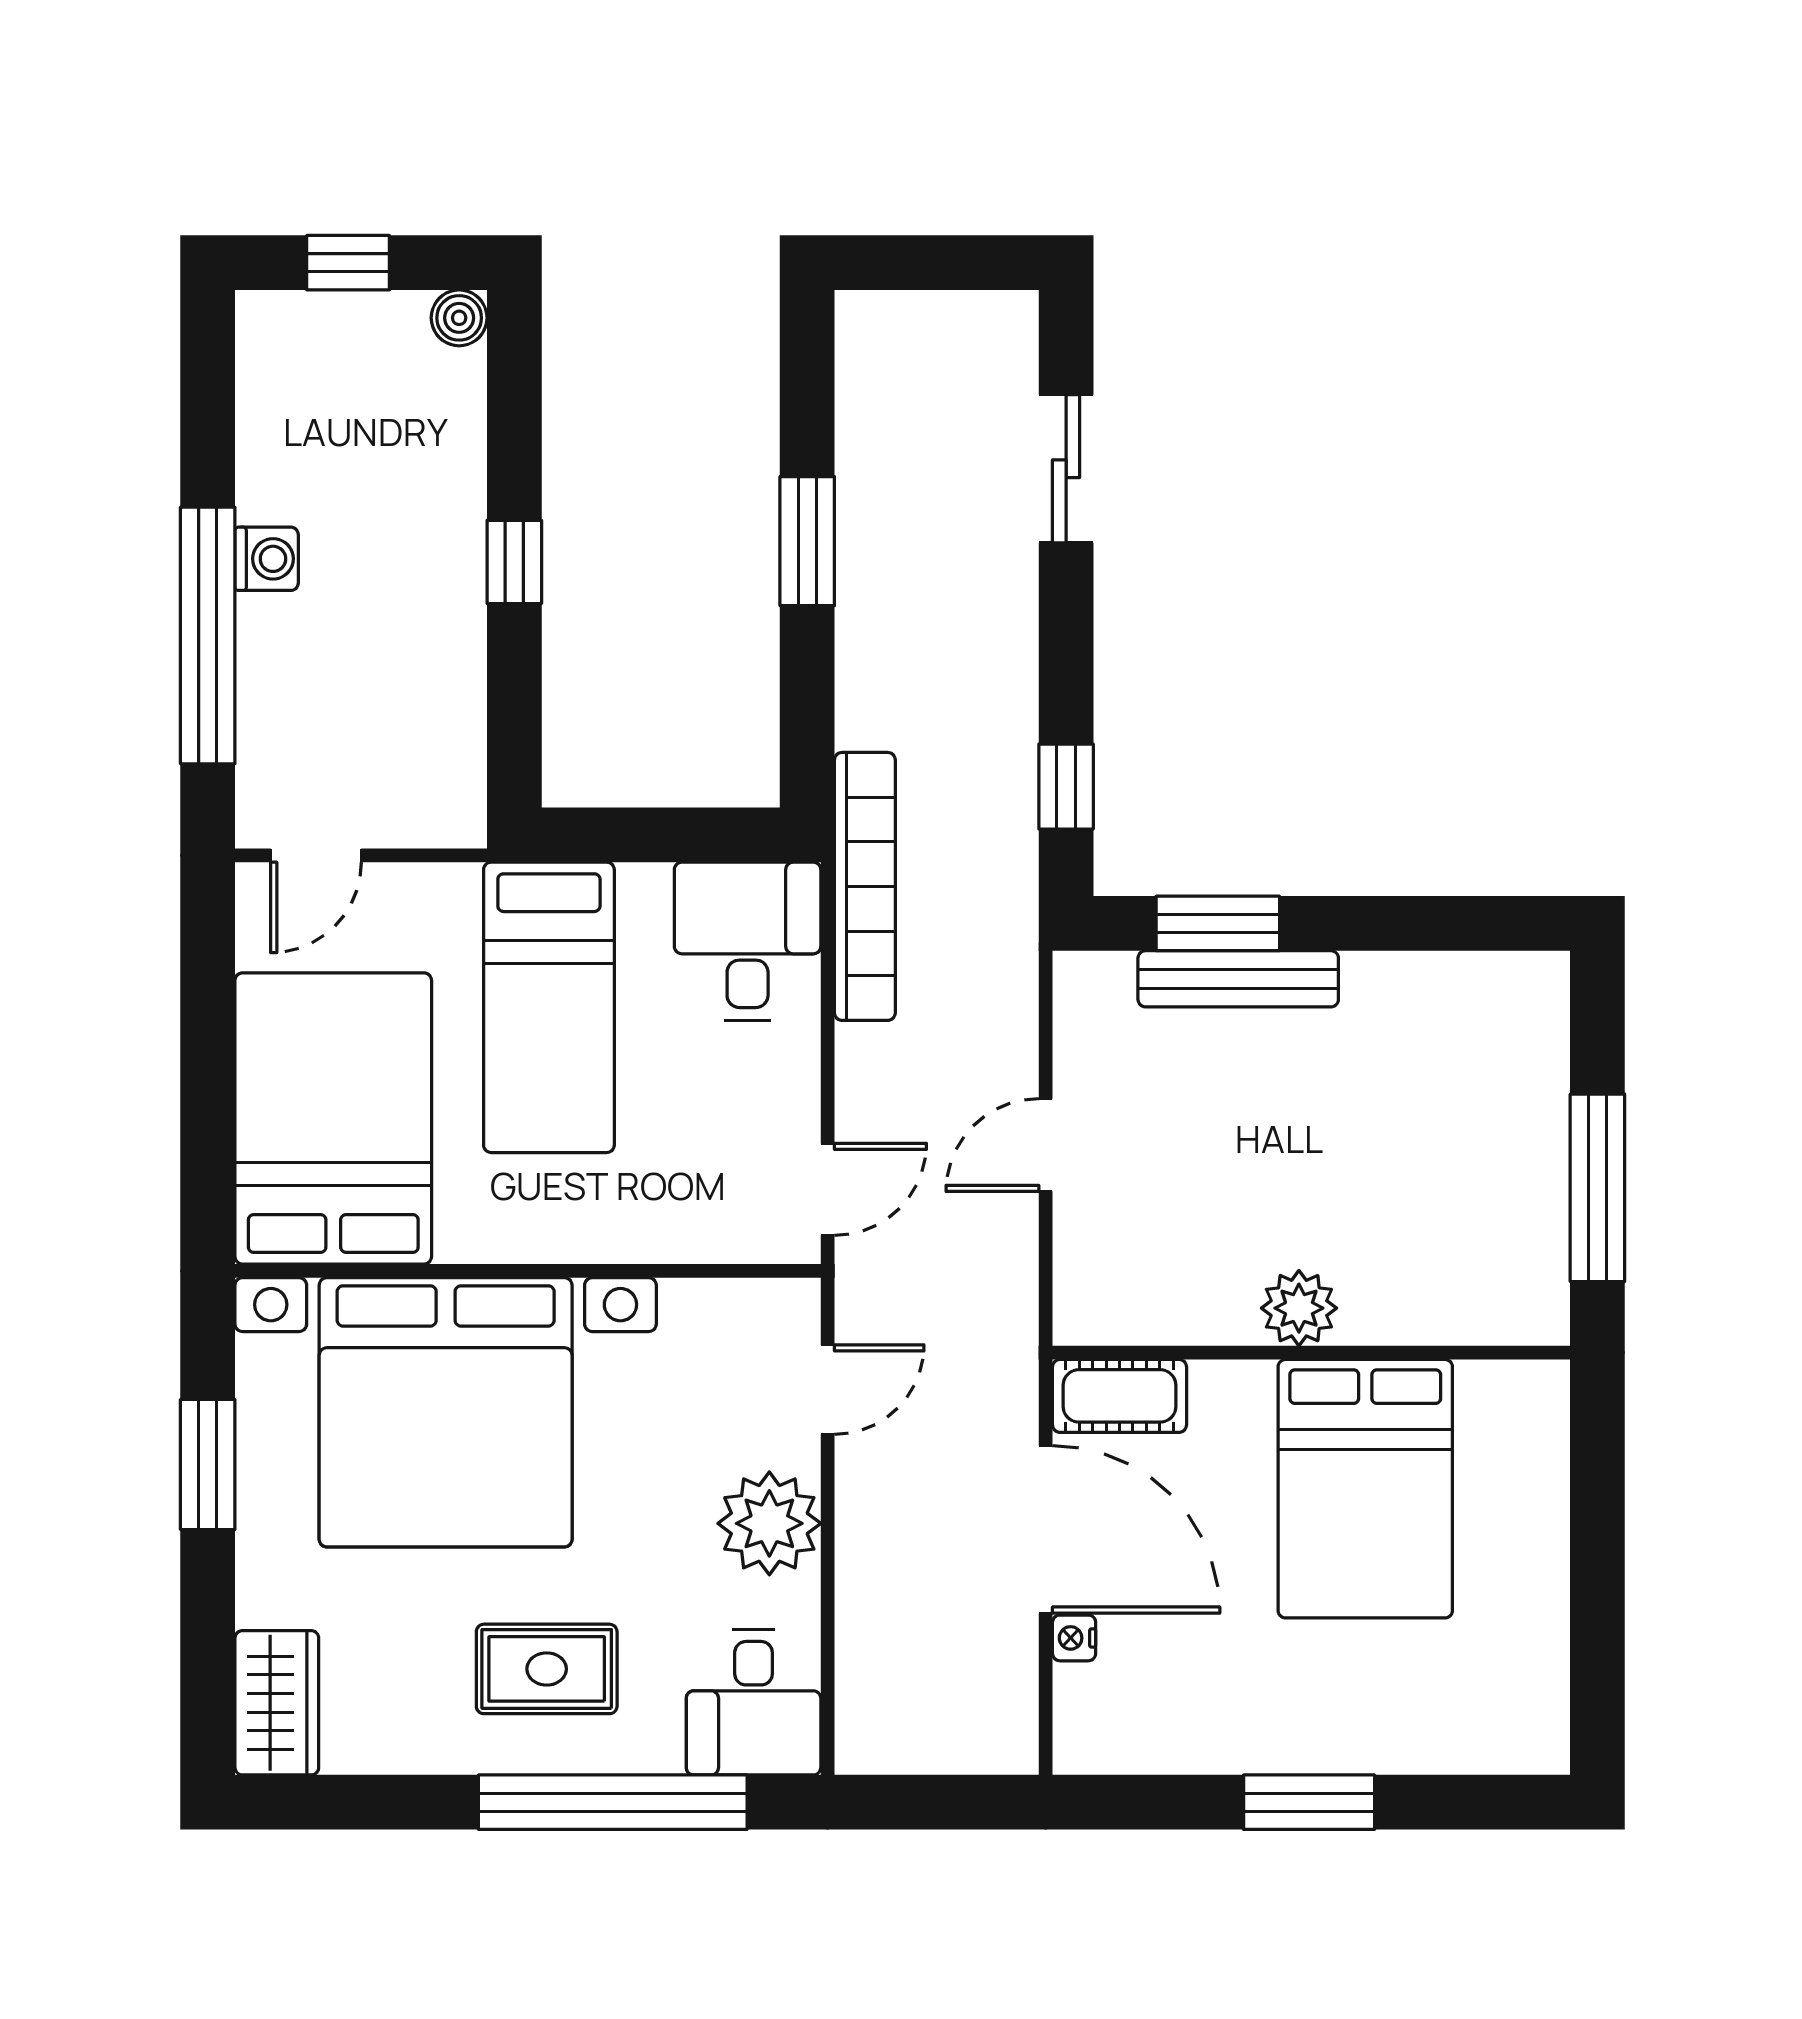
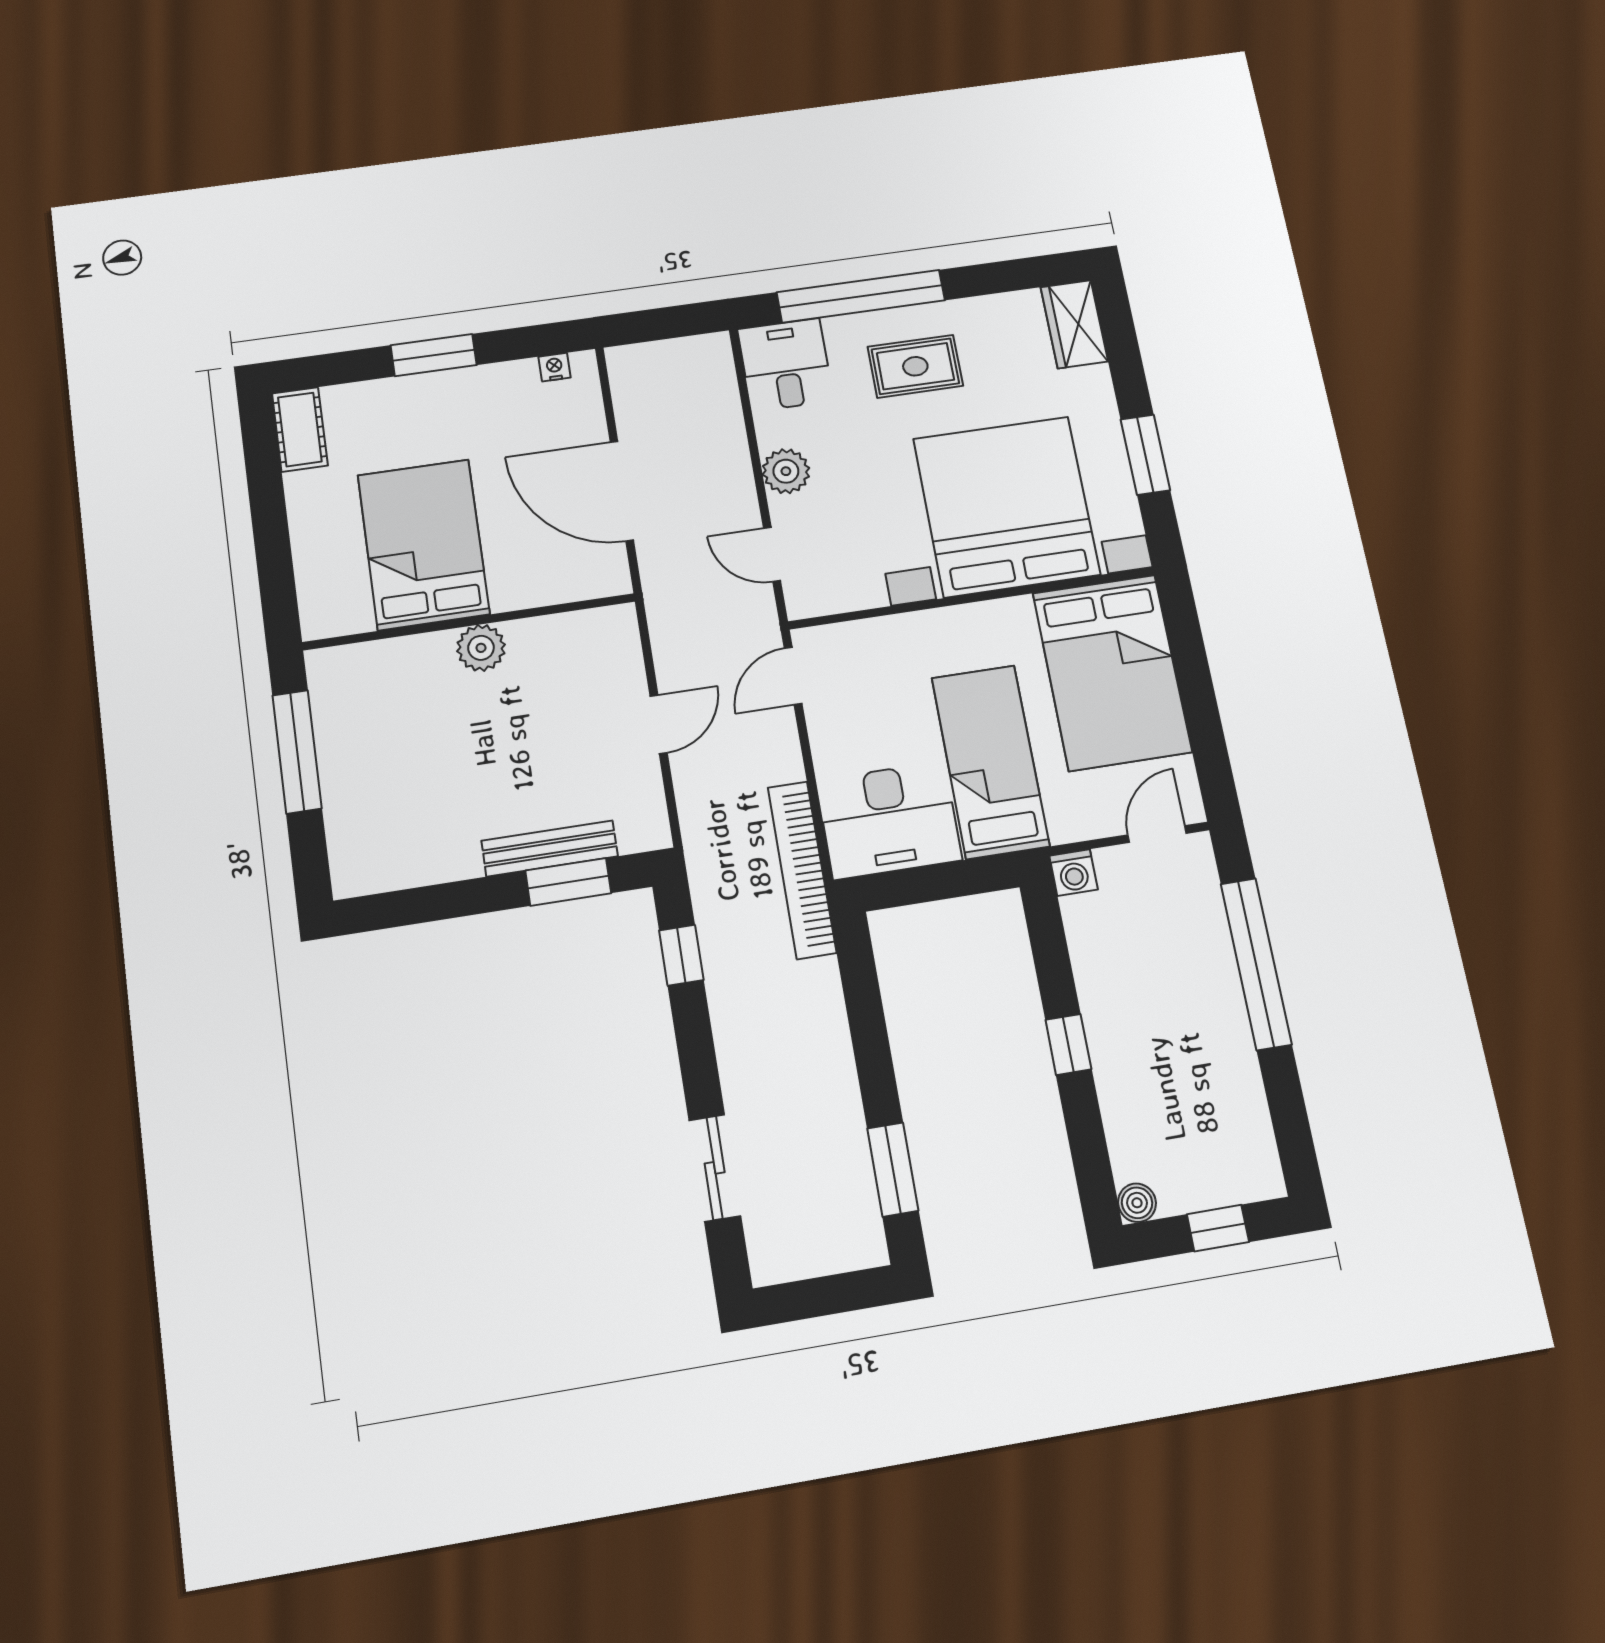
window: (807, 541) -> (893, 1169), moved
washing machine: (267, 559) -> (1074, 873), moved, turned -90
desk: (748, 941) -> (889, 820), width x1.37
door: (828, 1390) -> (772, 555), hinge flipped
cot: (1119, 1396) -> (300, 429), moved, turned 90
plant: (769, 1523) -> (786, 471), width x0.73, depth x0.73
nightstand: (1074, 1638) -> (554, 367), moved, turned -90

